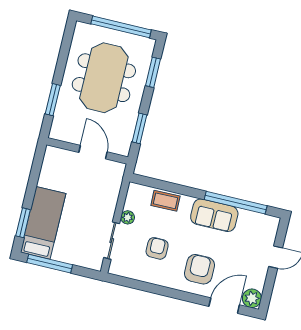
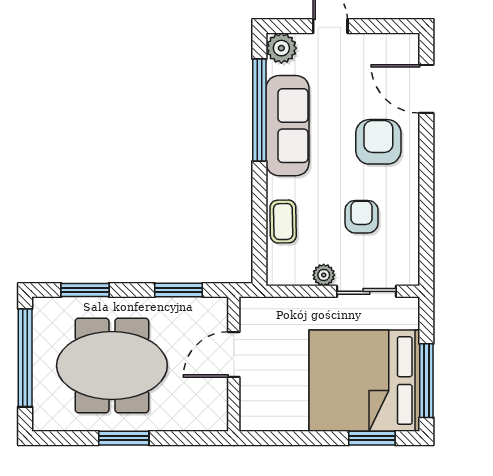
window: (53, 100) -> (124, 438), moved
sofa: (214, 215) -> (287, 126), width x1.36
bed: (43, 223) -> (364, 381), width x2.04
armchair: (157, 248) -> (362, 217), turned 90
armchair: (199, 269) -> (378, 142), turned 90
plant: (252, 298) -> (281, 48), moved

